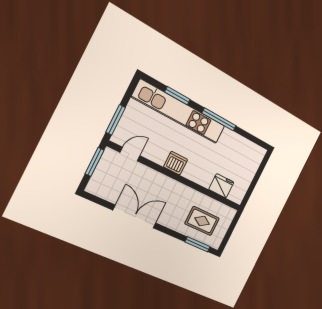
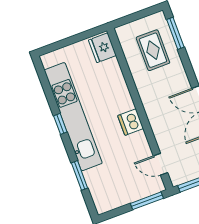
kitchen unit: (179, 112) -> (73, 117), moved
window: (219, 119) -> (60, 124), width x0.46
fridge: (221, 186) -> (102, 48), moved

